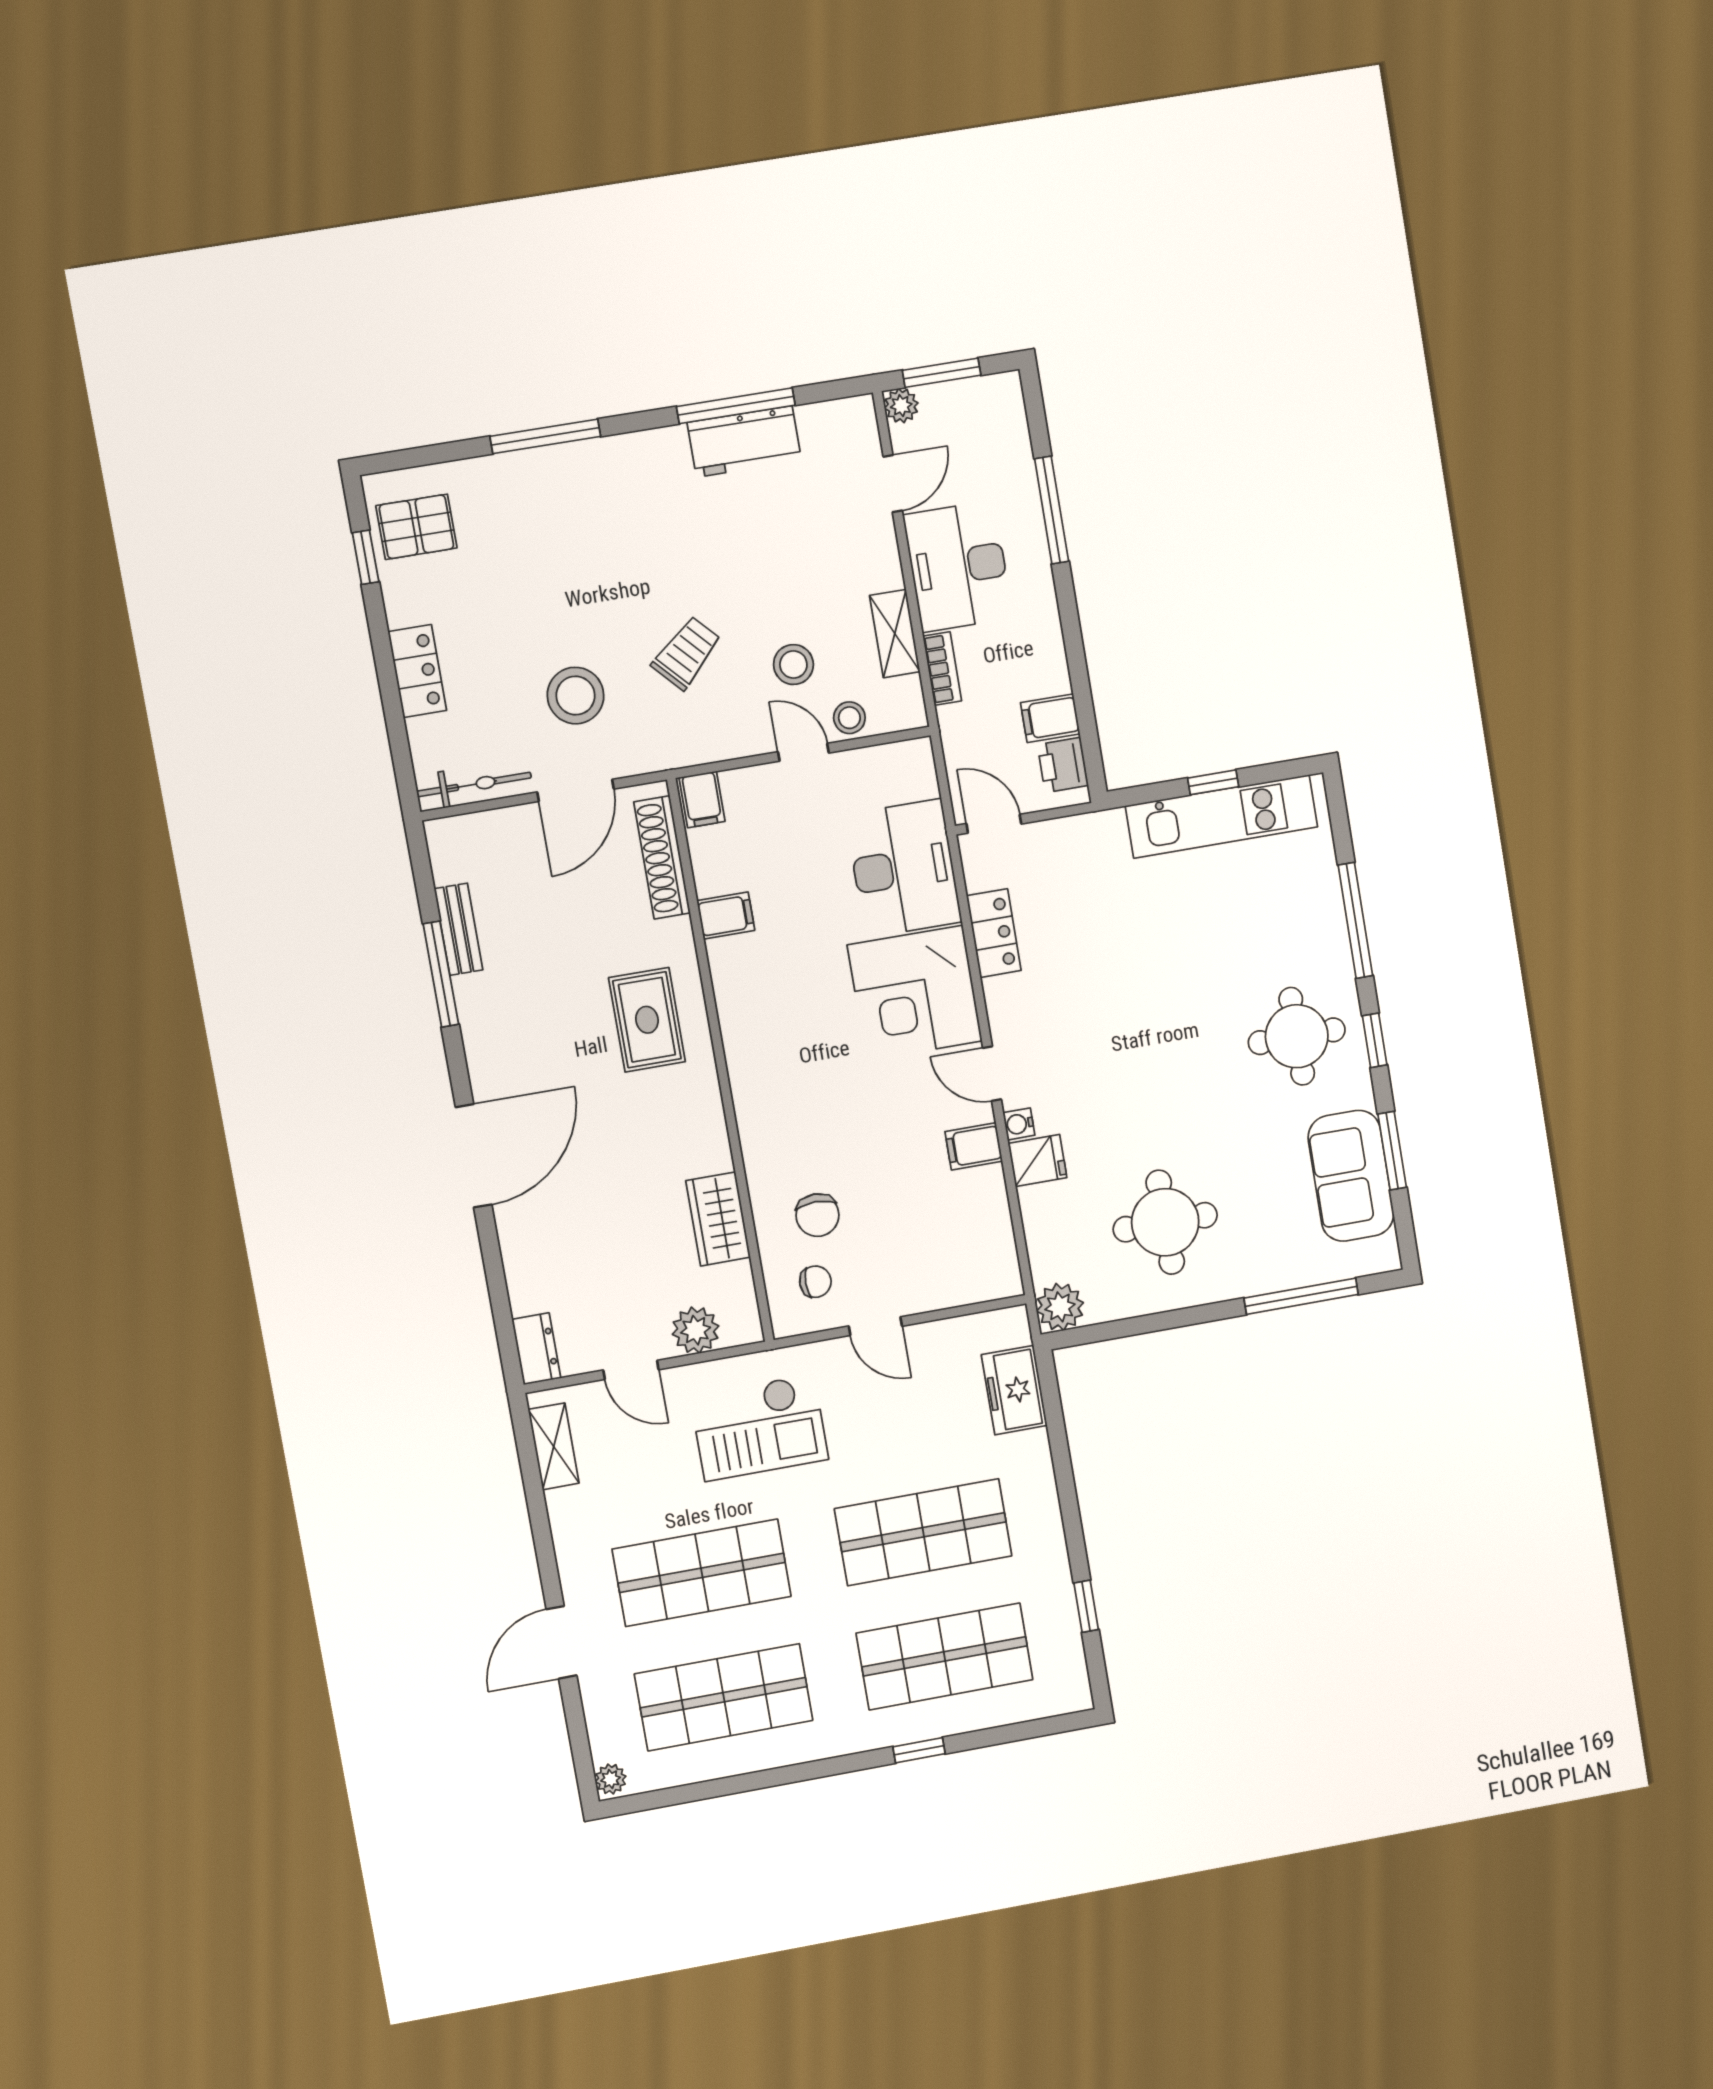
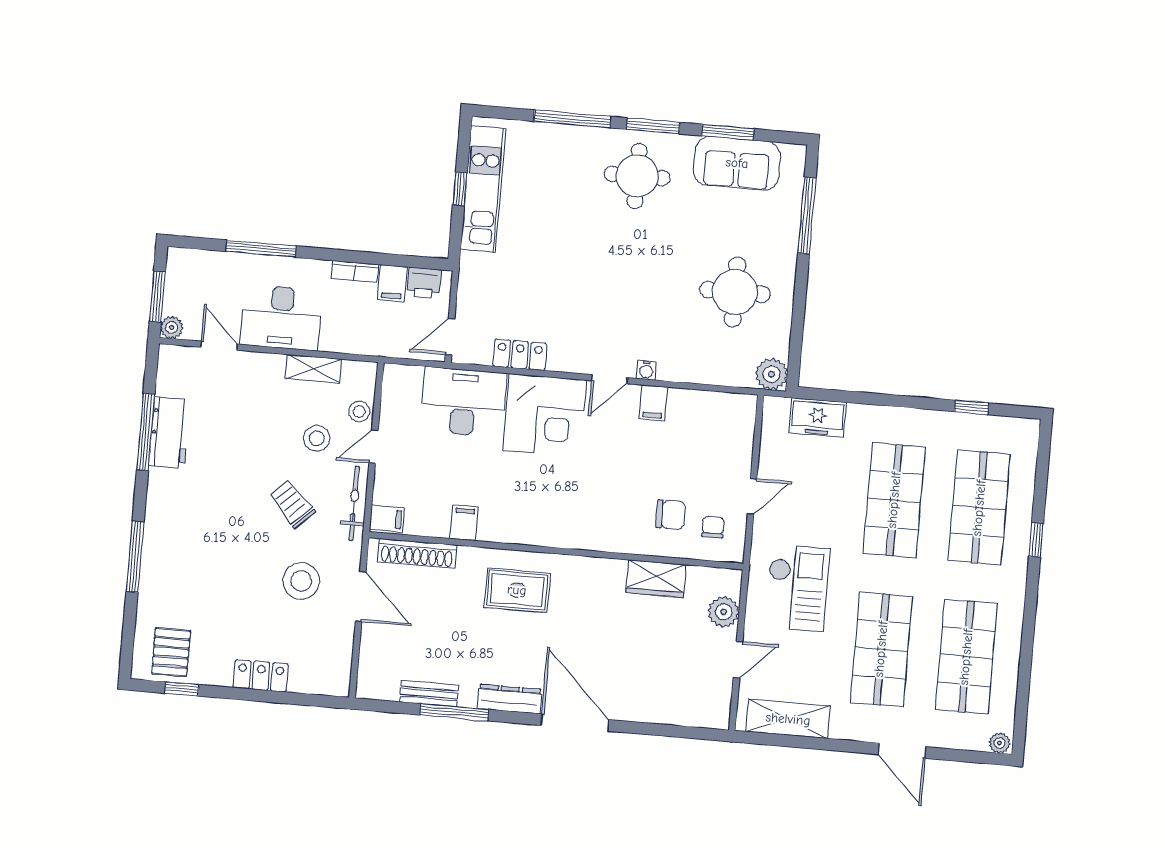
bookcase: (942, 669) -> (355, 271), moved, turned 180
bicycle: (474, 785) -> (354, 503), moved
window: (1375, 1040) -> (653, 126), width x1.50
fridge: (1038, 1160) -> (673, 364), removed
dresser: (536, 1349) -> (509, 699), moved, width x1.44
shelving: (554, 1446) -> (788, 719), width x1.50, depth x1.33

